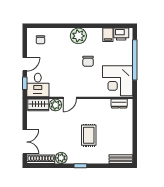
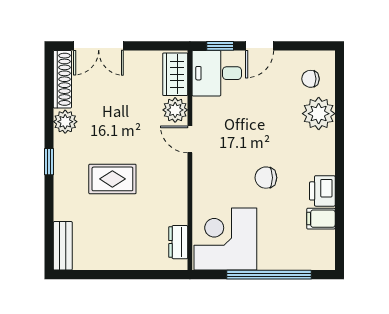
printer: (121, 34) -> (322, 191), moved
plant: (78, 36) -> (319, 114), moved
door: (25, 64) -> (260, 46), hinge flipped

